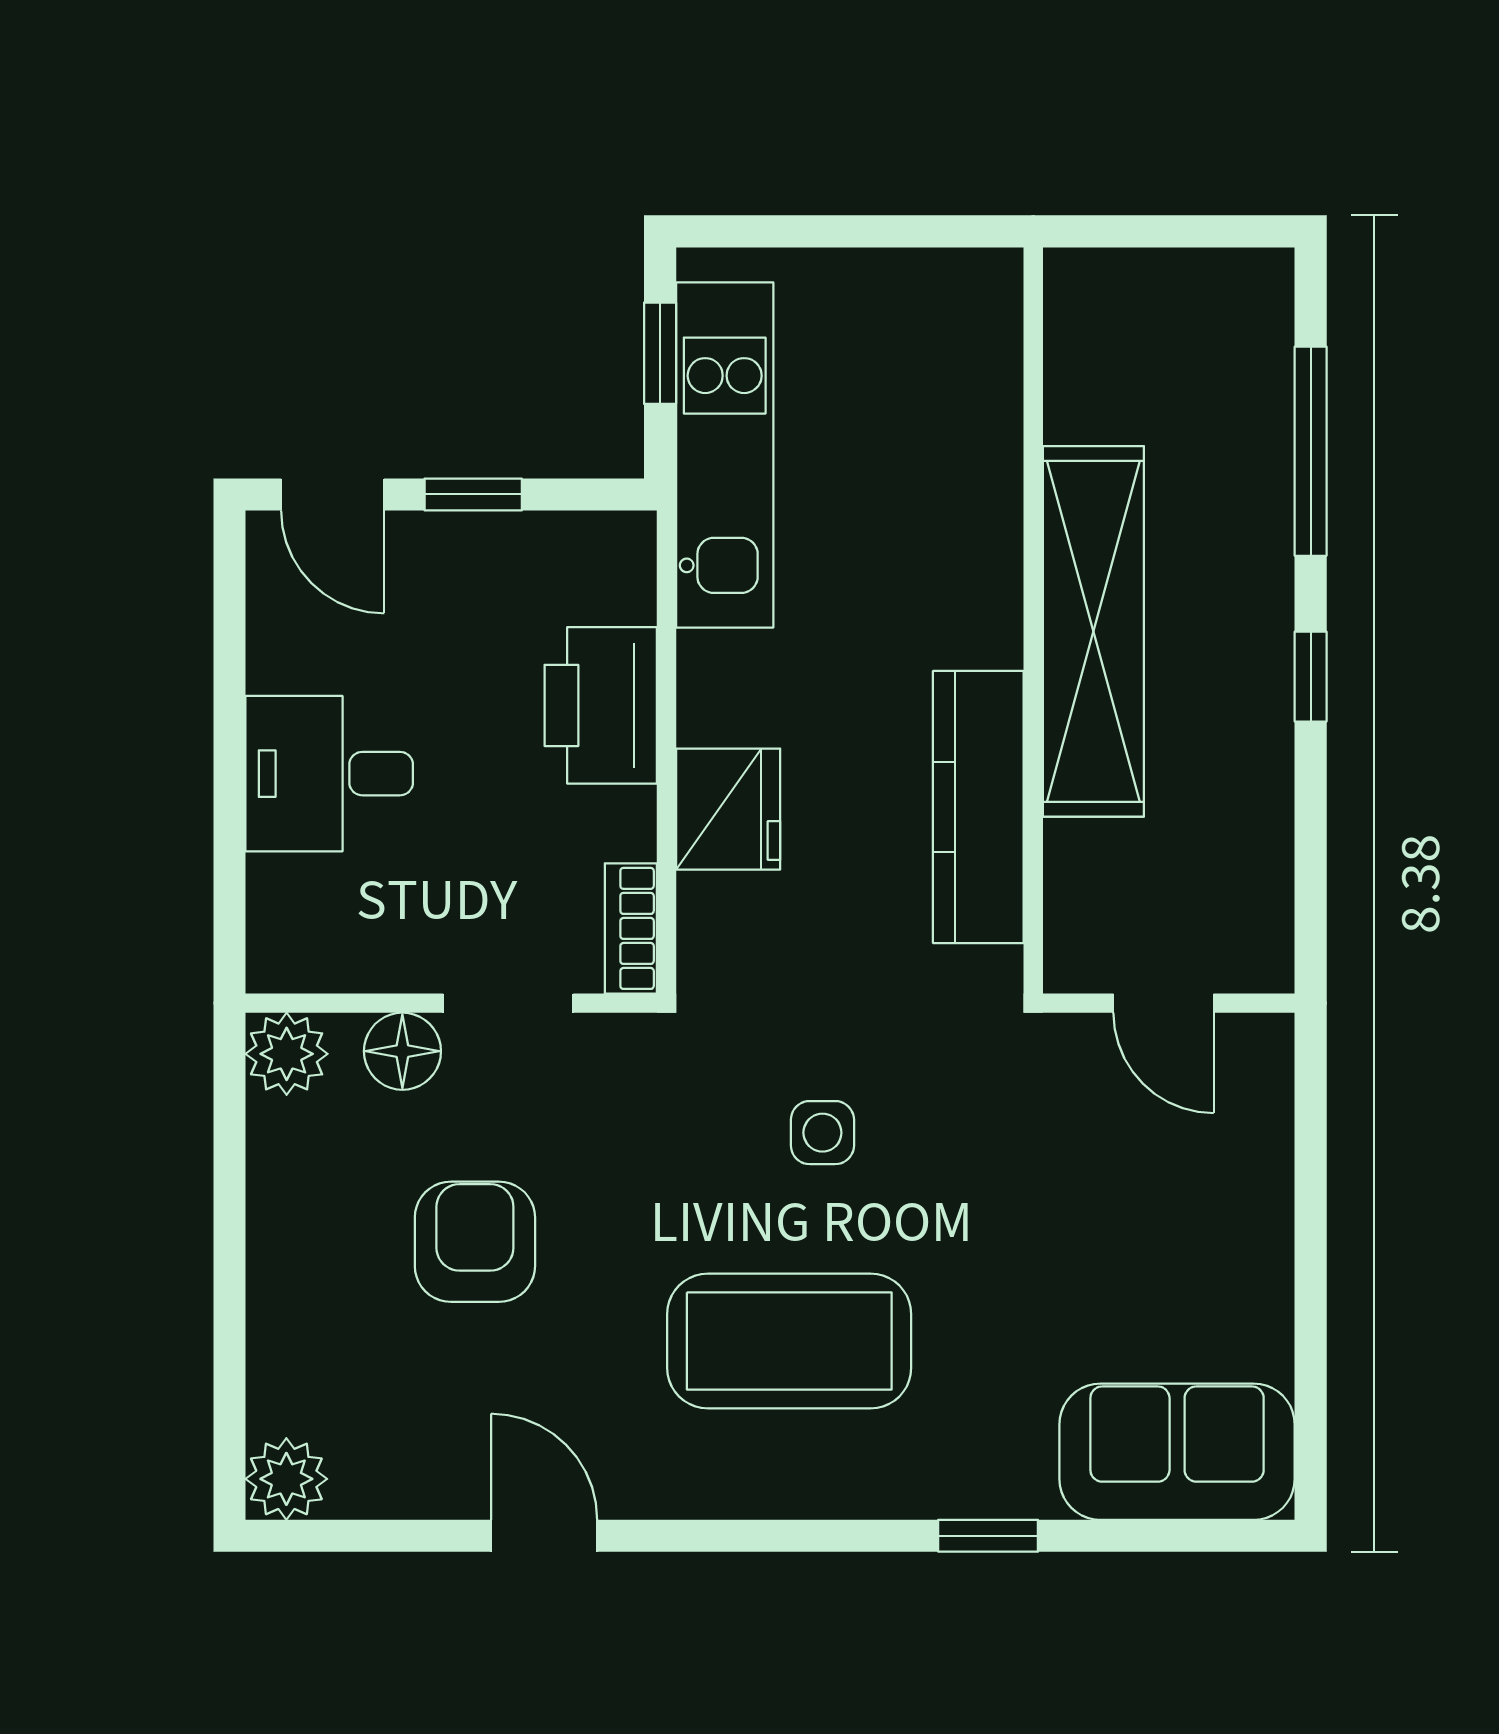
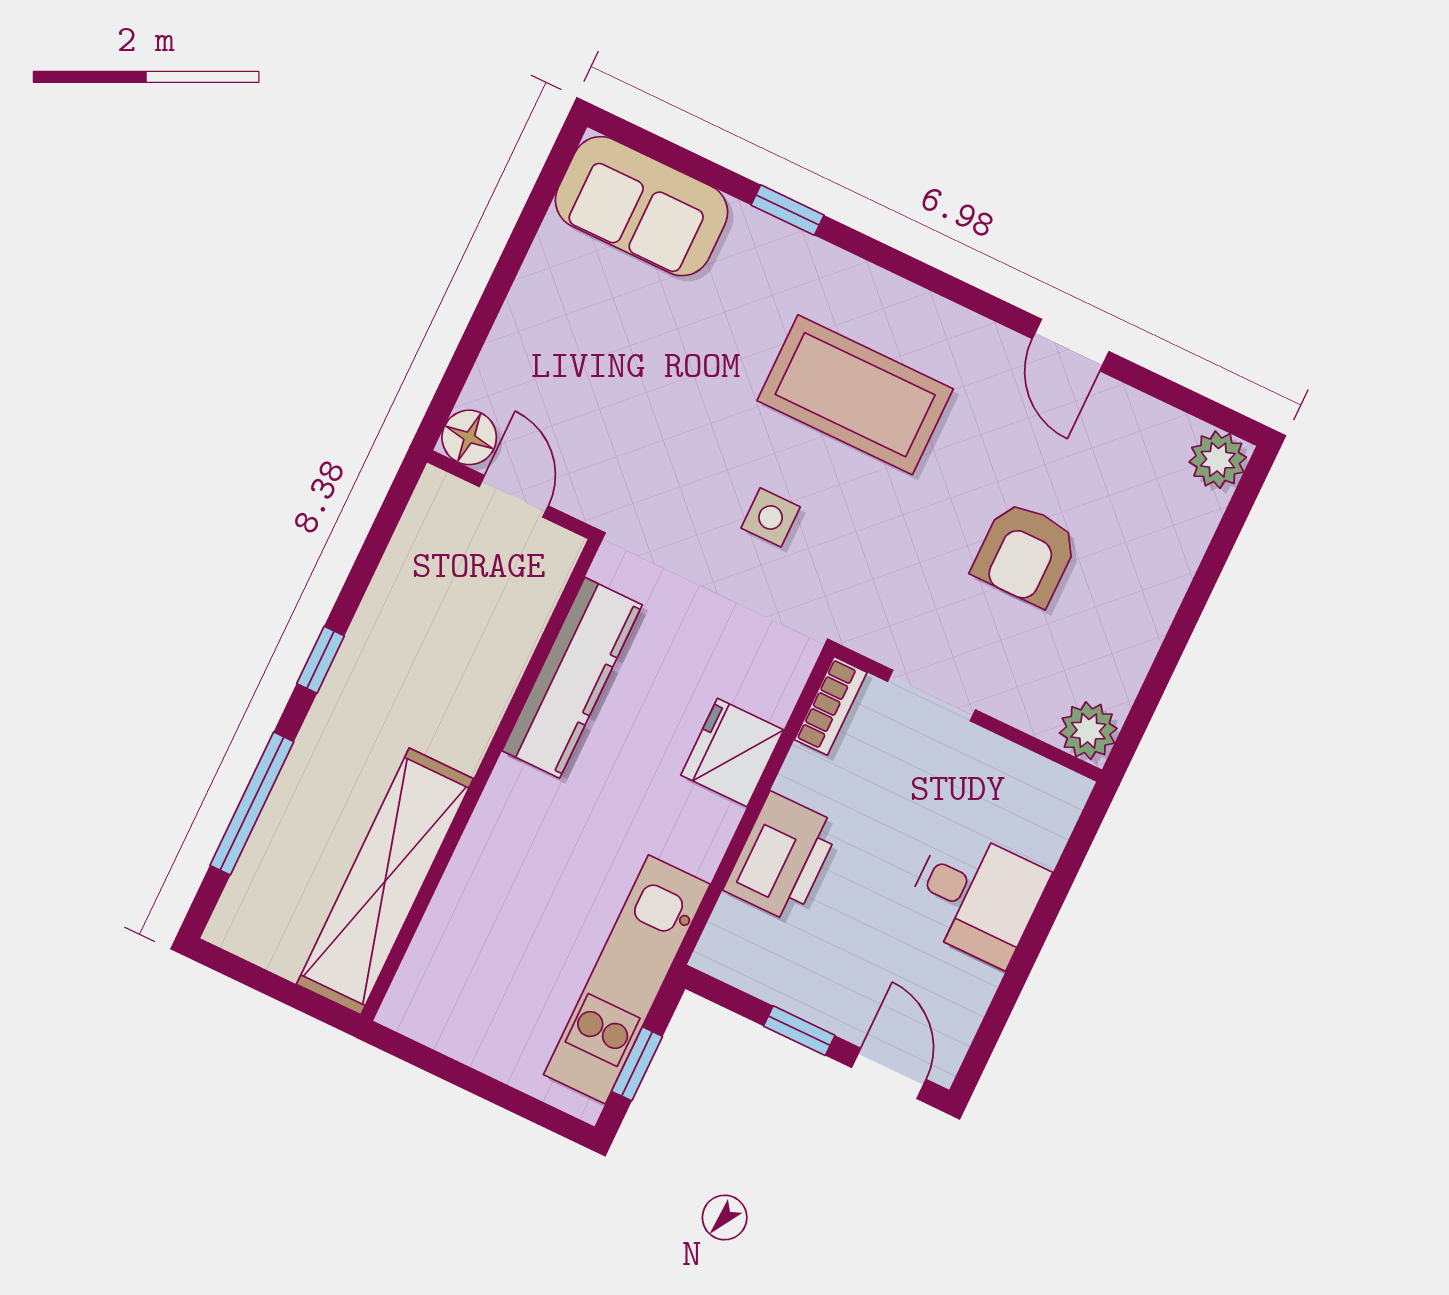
shelving: (1093, 631) -> (385, 881), moved
floor lamp: (402, 1051) -> (469, 437), moved

